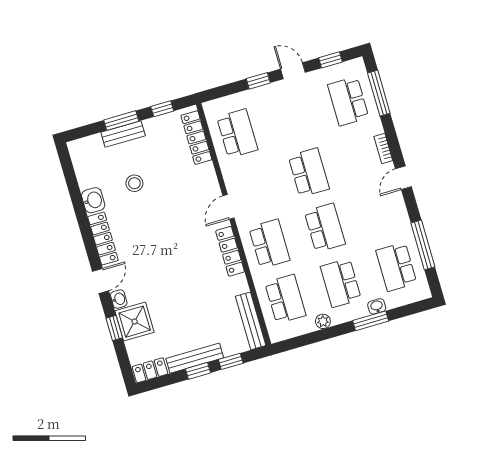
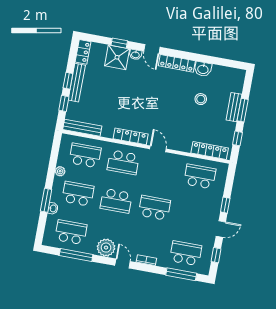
school desk: (237, 133) -> (200, 176), turned 180
school desk: (309, 172) -> (154, 208), turned 180
plant: (393, 210) -> (106, 248), added
school desk: (285, 299) -> (85, 155), turned 180

